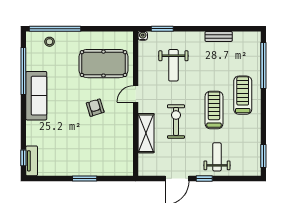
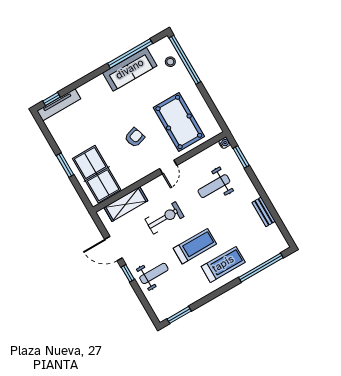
door: (136, 94) -> (168, 167), swing flipped
sofa: (36, 96) -> (130, 69), moved
shelving: (146, 133) -> (126, 204), moved
table tennis table: (107, 157) -> (97, 174), added
tv unit: (32, 161) -> (59, 105), width x1.41

